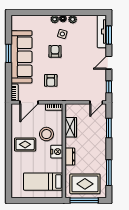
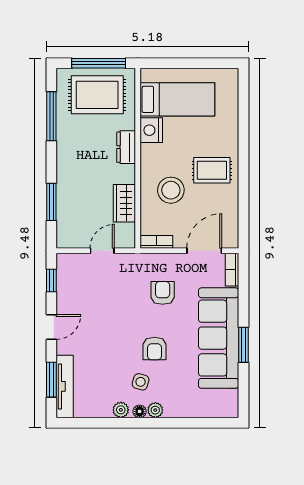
door: (96, 102) -> (102, 251), moved
nightstand: (57, 152) -> (151, 130), moved

